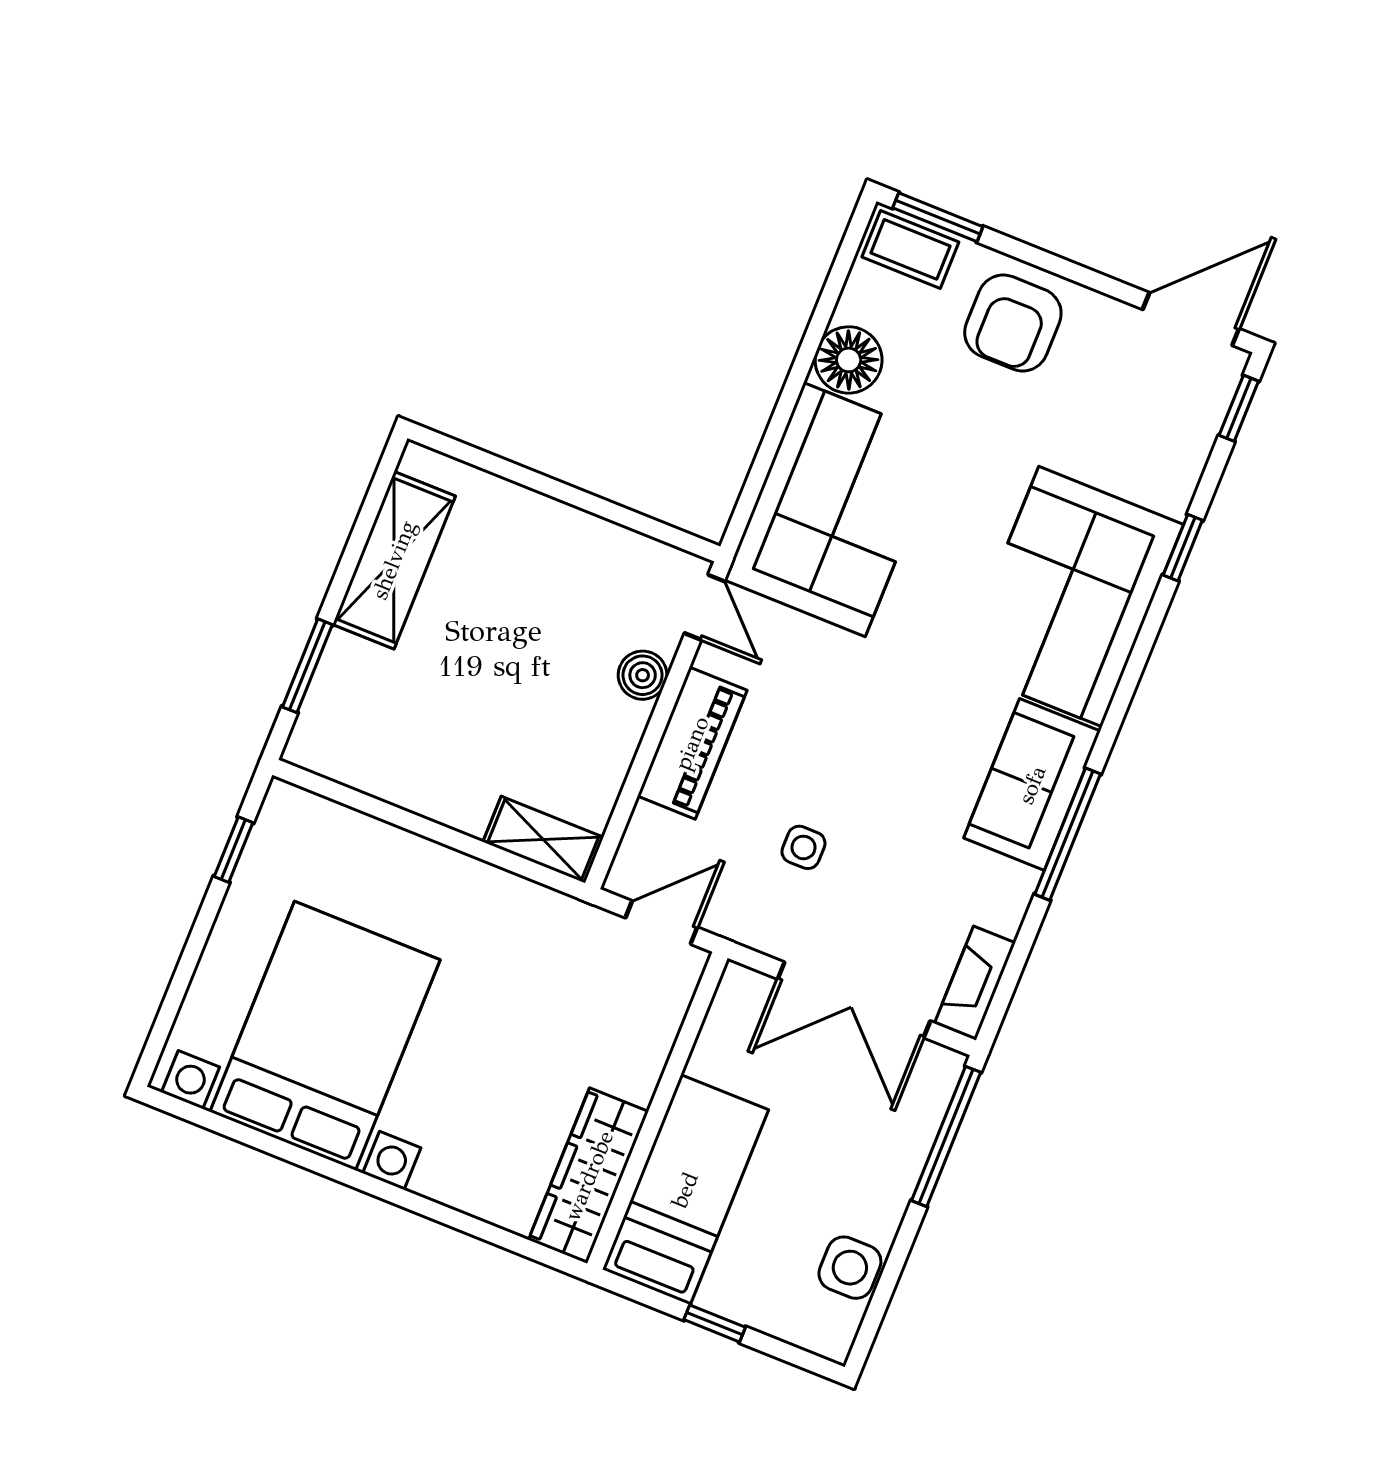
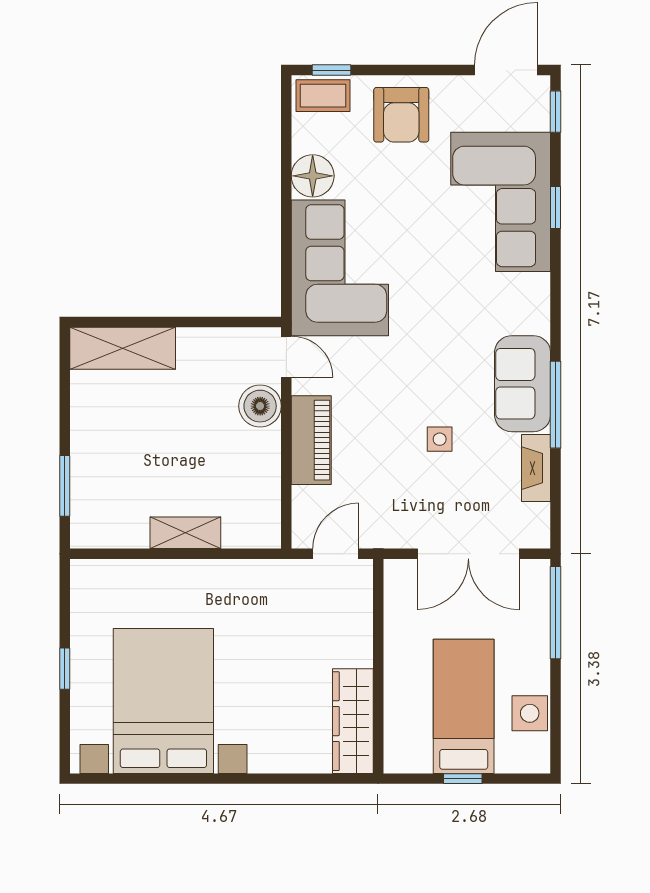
window: (938, 217) -> (332, 70), width x0.67
shelving: (394, 560) -> (123, 348), moved, turned 90
corner sofa: (1071, 597) -> (501, 202), moved
boiler: (643, 675) -> (260, 406), width x1.36, depth x1.36
shelving: (543, 840) -> (185, 533), moved
side table: (803, 847) -> (440, 439), moved
window: (233, 850) -> (65, 669), moved
fireplace: (975, 983) -> (536, 468), moved
bed: (685, 1190) -> (464, 706), moved

